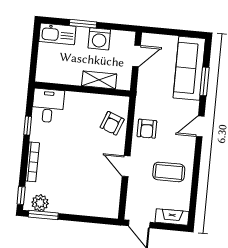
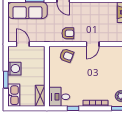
shelving: (99, 80) -> (40, 96), moved
coffee table: (169, 172) -> (94, 17), removed

